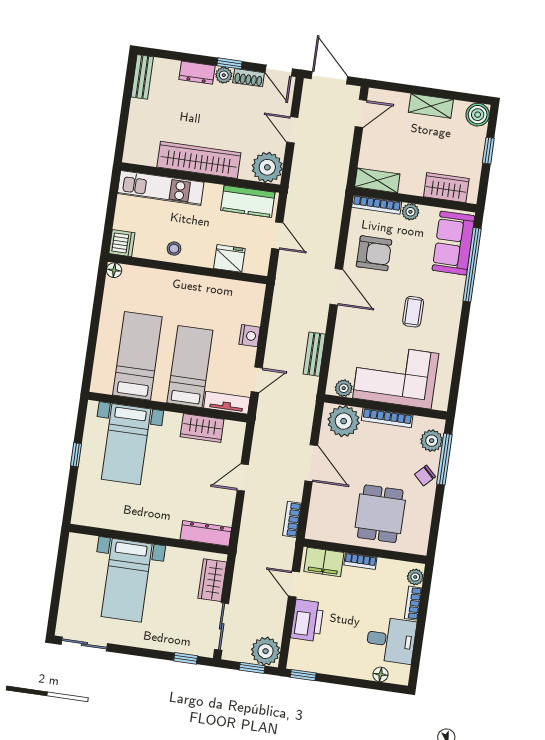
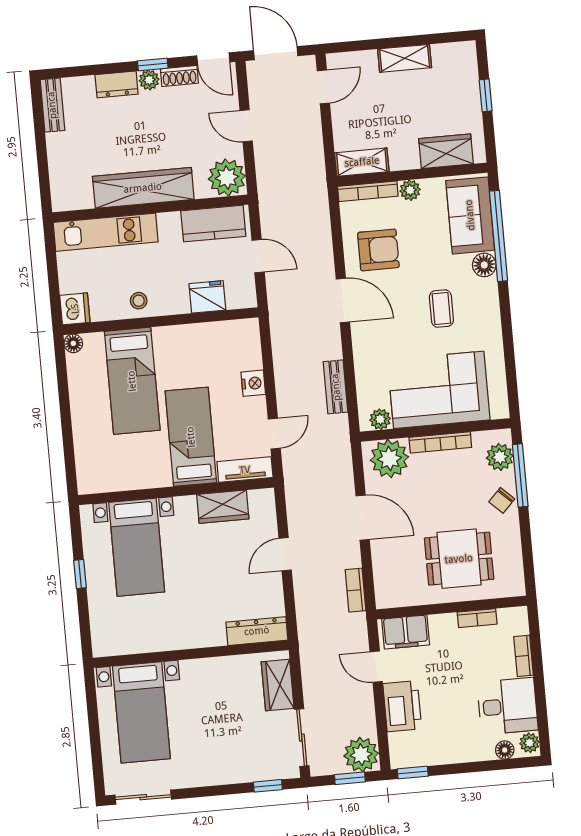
boiler: (478, 115) -> (463, 55), removed
floor lamp: (455, 285) -> (484, 265), added
bed: (137, 356) -> (132, 381), moved, turned 180
dining table: (380, 514) -> (459, 559), turned 90
bookcase: (360, 561) -> (477, 618), moved
plant: (415, 577) -> (530, 743), moved
bed with nightstands: (127, 580) -> (141, 712), moved

